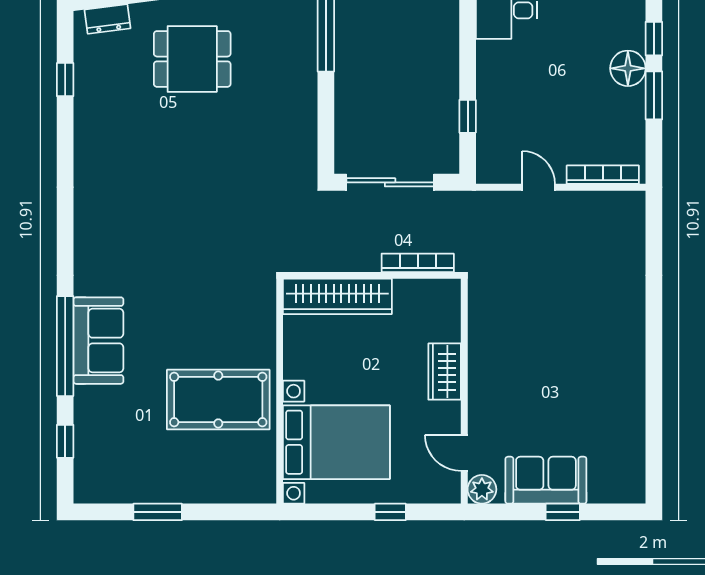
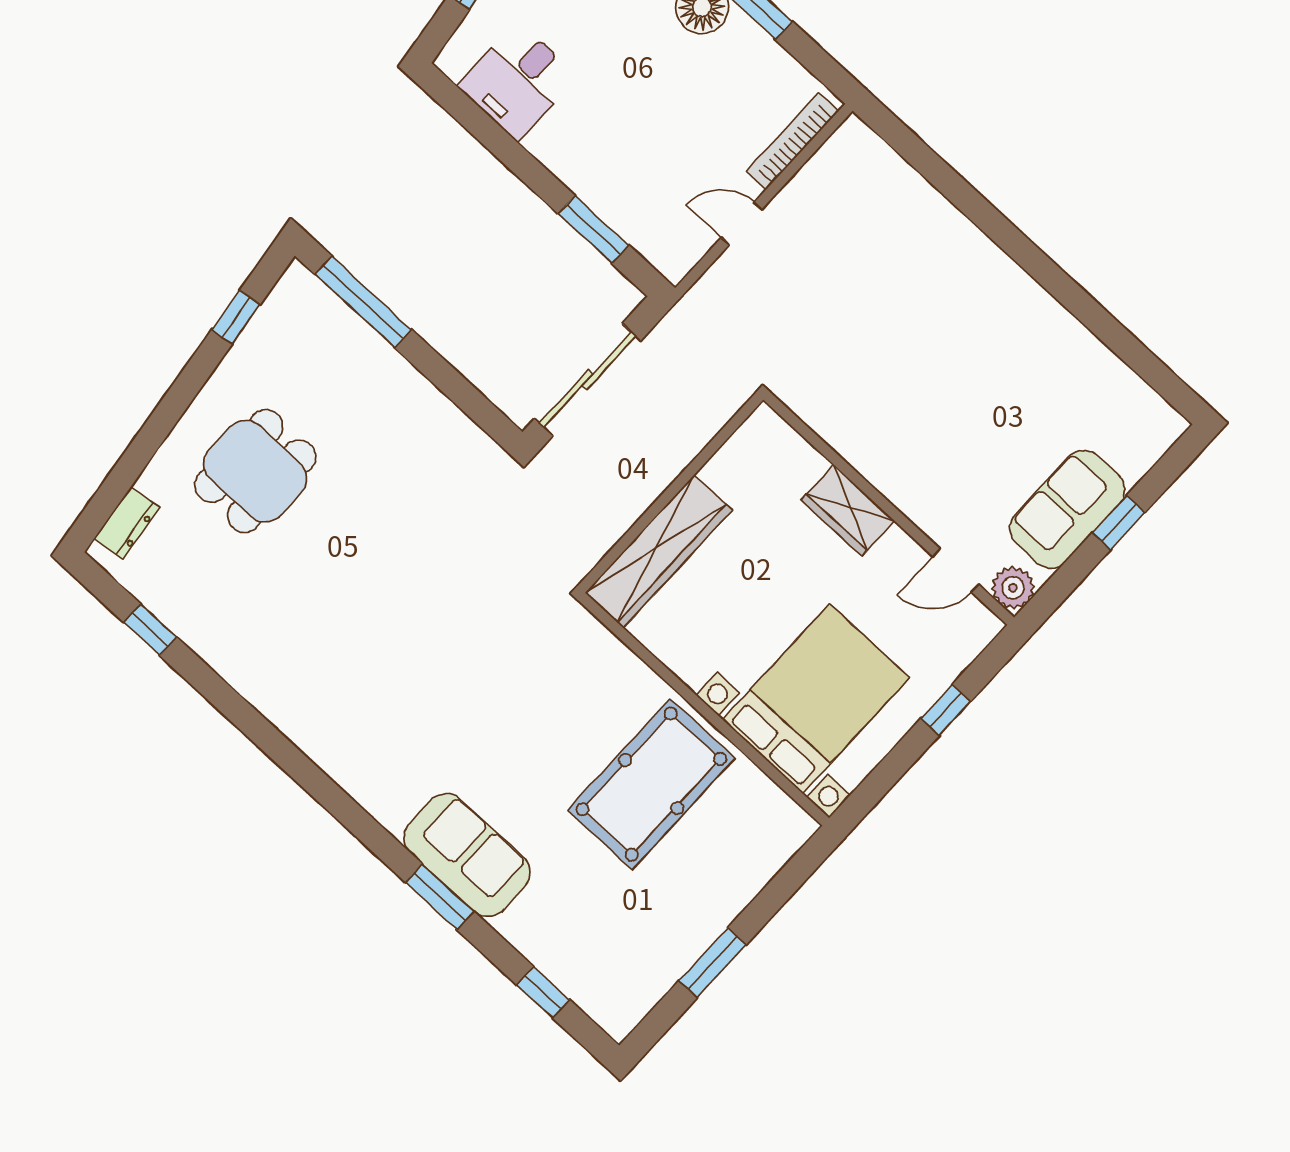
window: (468, 116) -> (594, 230), width x1.50
bookcase: (418, 263) -> (703, 431), removed
window: (65, 346) -> (440, 897), width x0.47

